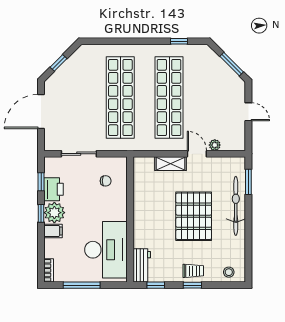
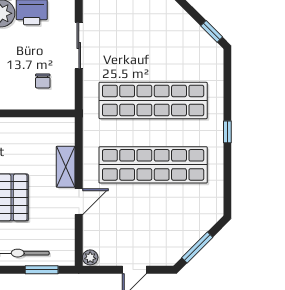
window: (179, 41) -> (227, 132), moved
window: (59, 63) -> (212, 31), moved
plant: (215, 145) -> (90, 257), moved

